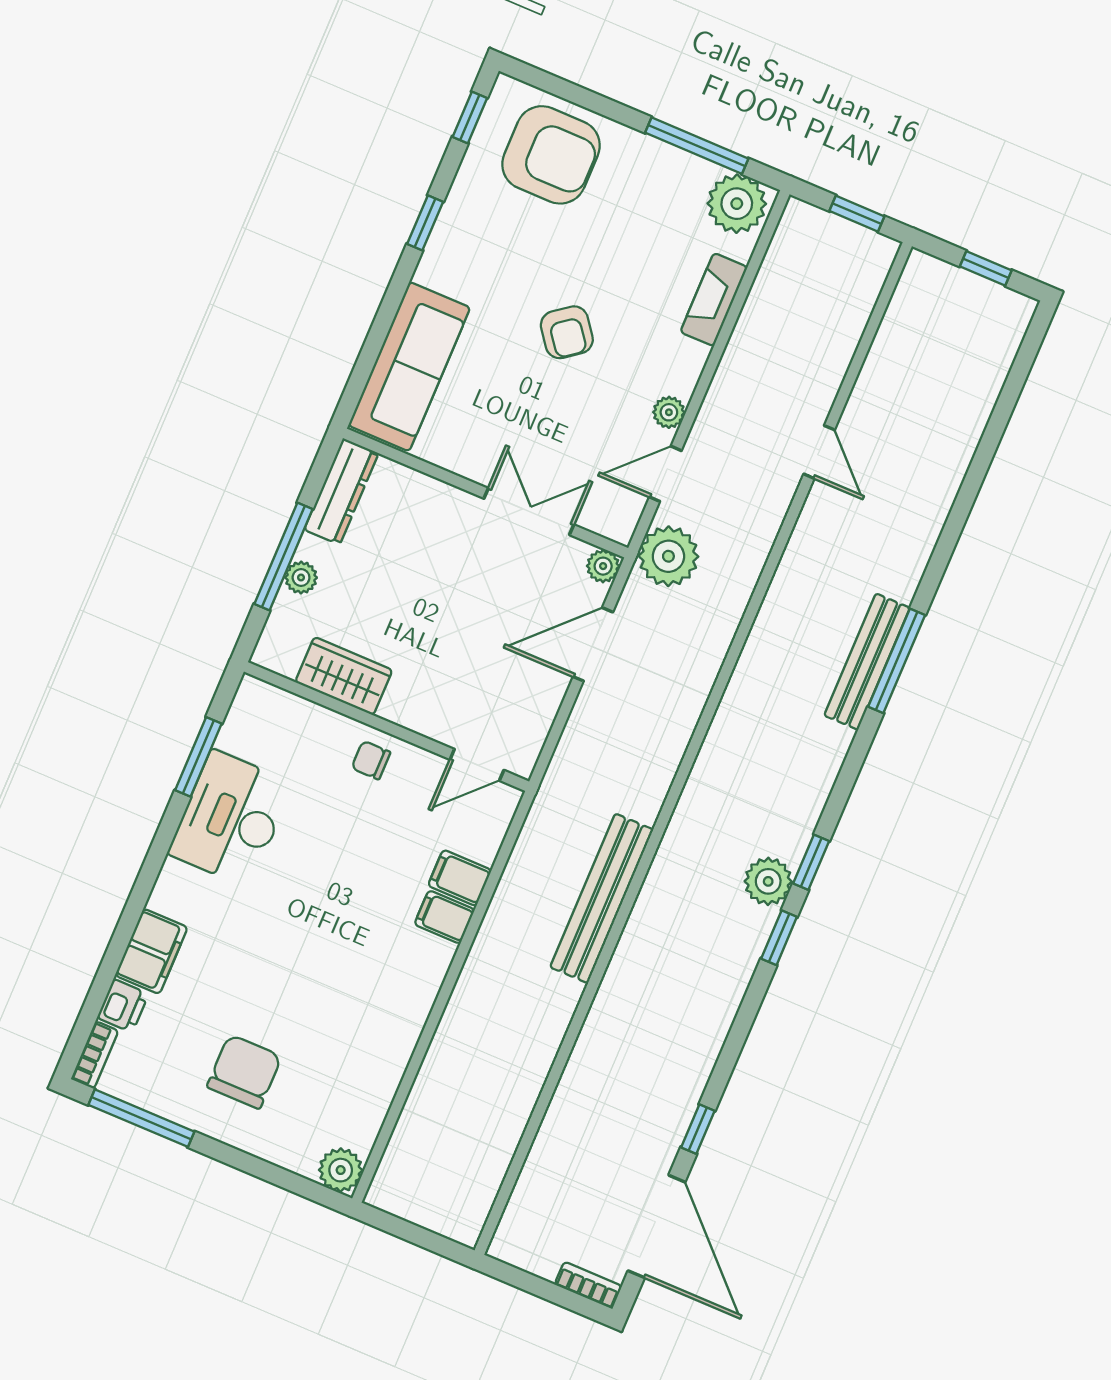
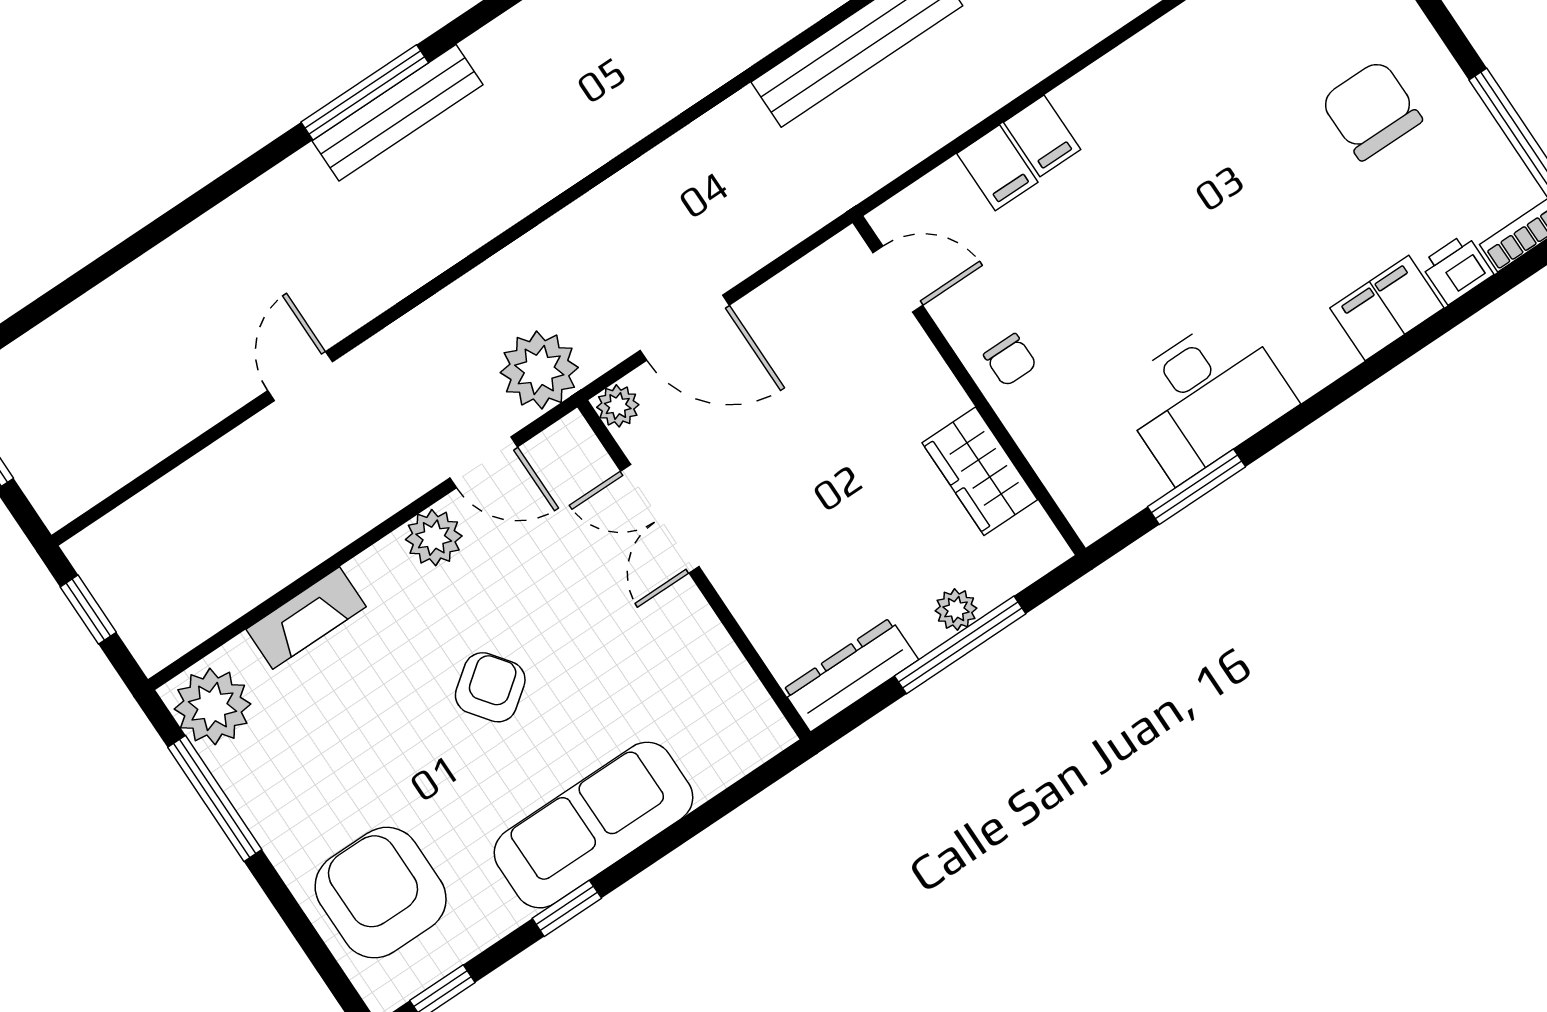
sofa: (409, 367) -> (594, 825), moved
plant: (669, 412) -> (434, 538), width x1.38, depth x1.38
chair: (244, 1072) -> (1371, 110), turned 90

